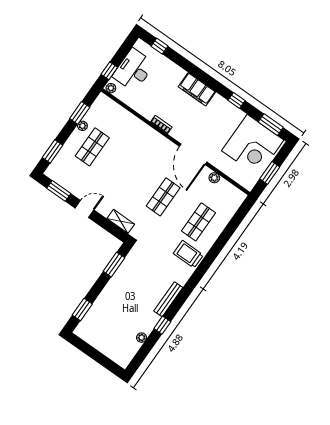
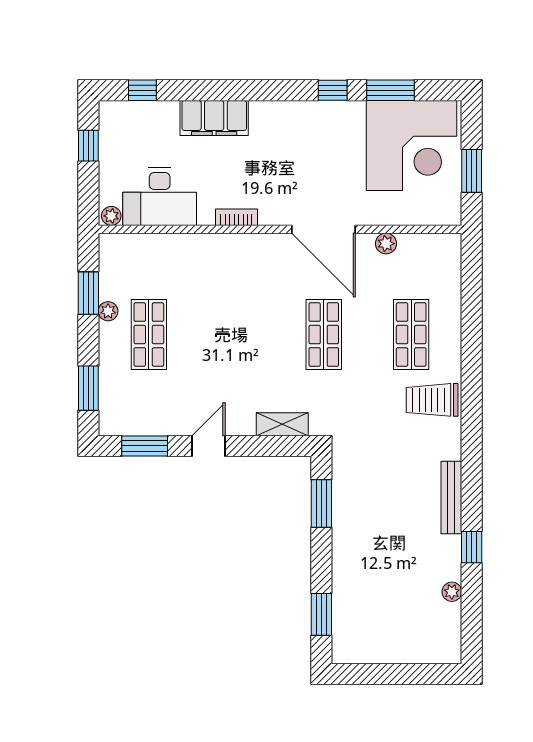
desk: (133, 70) -> (160, 197), moved, turned -90
window: (109, 71) -> (88, 146), moved
filing cabinet: (197, 89) -> (214, 118), moved
window: (271, 125) -> (390, 90), moved

